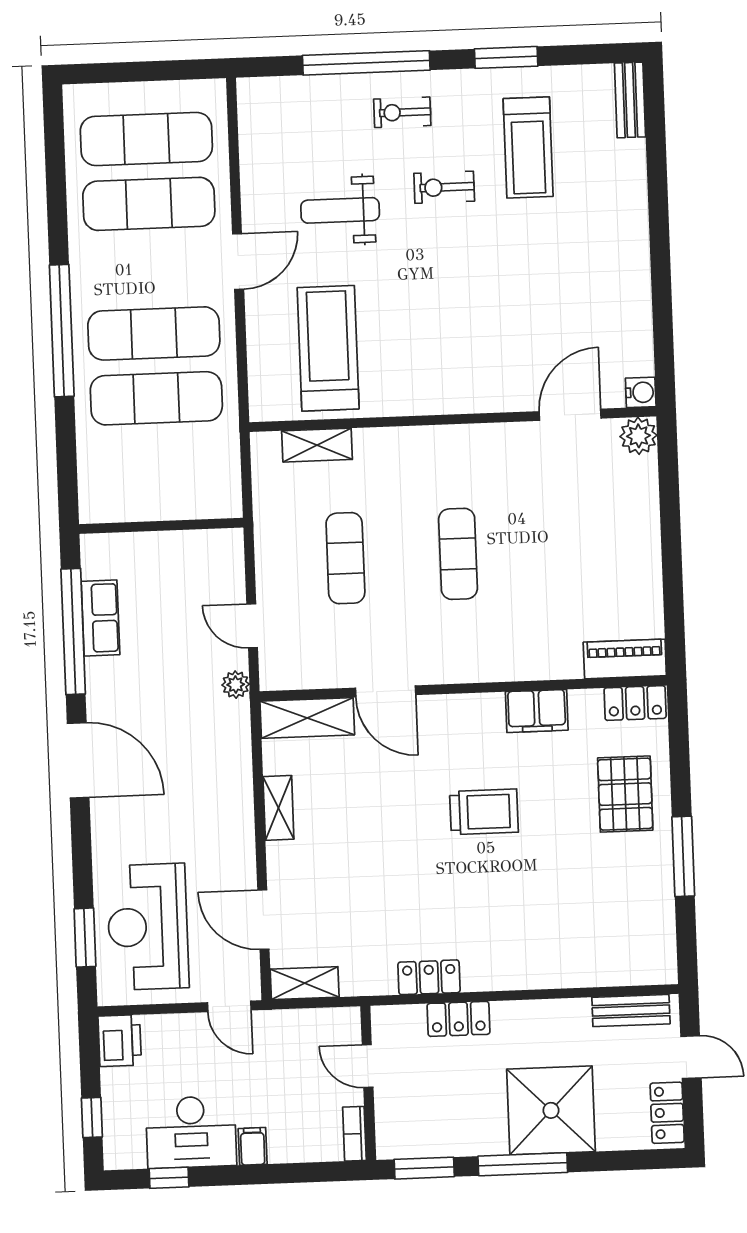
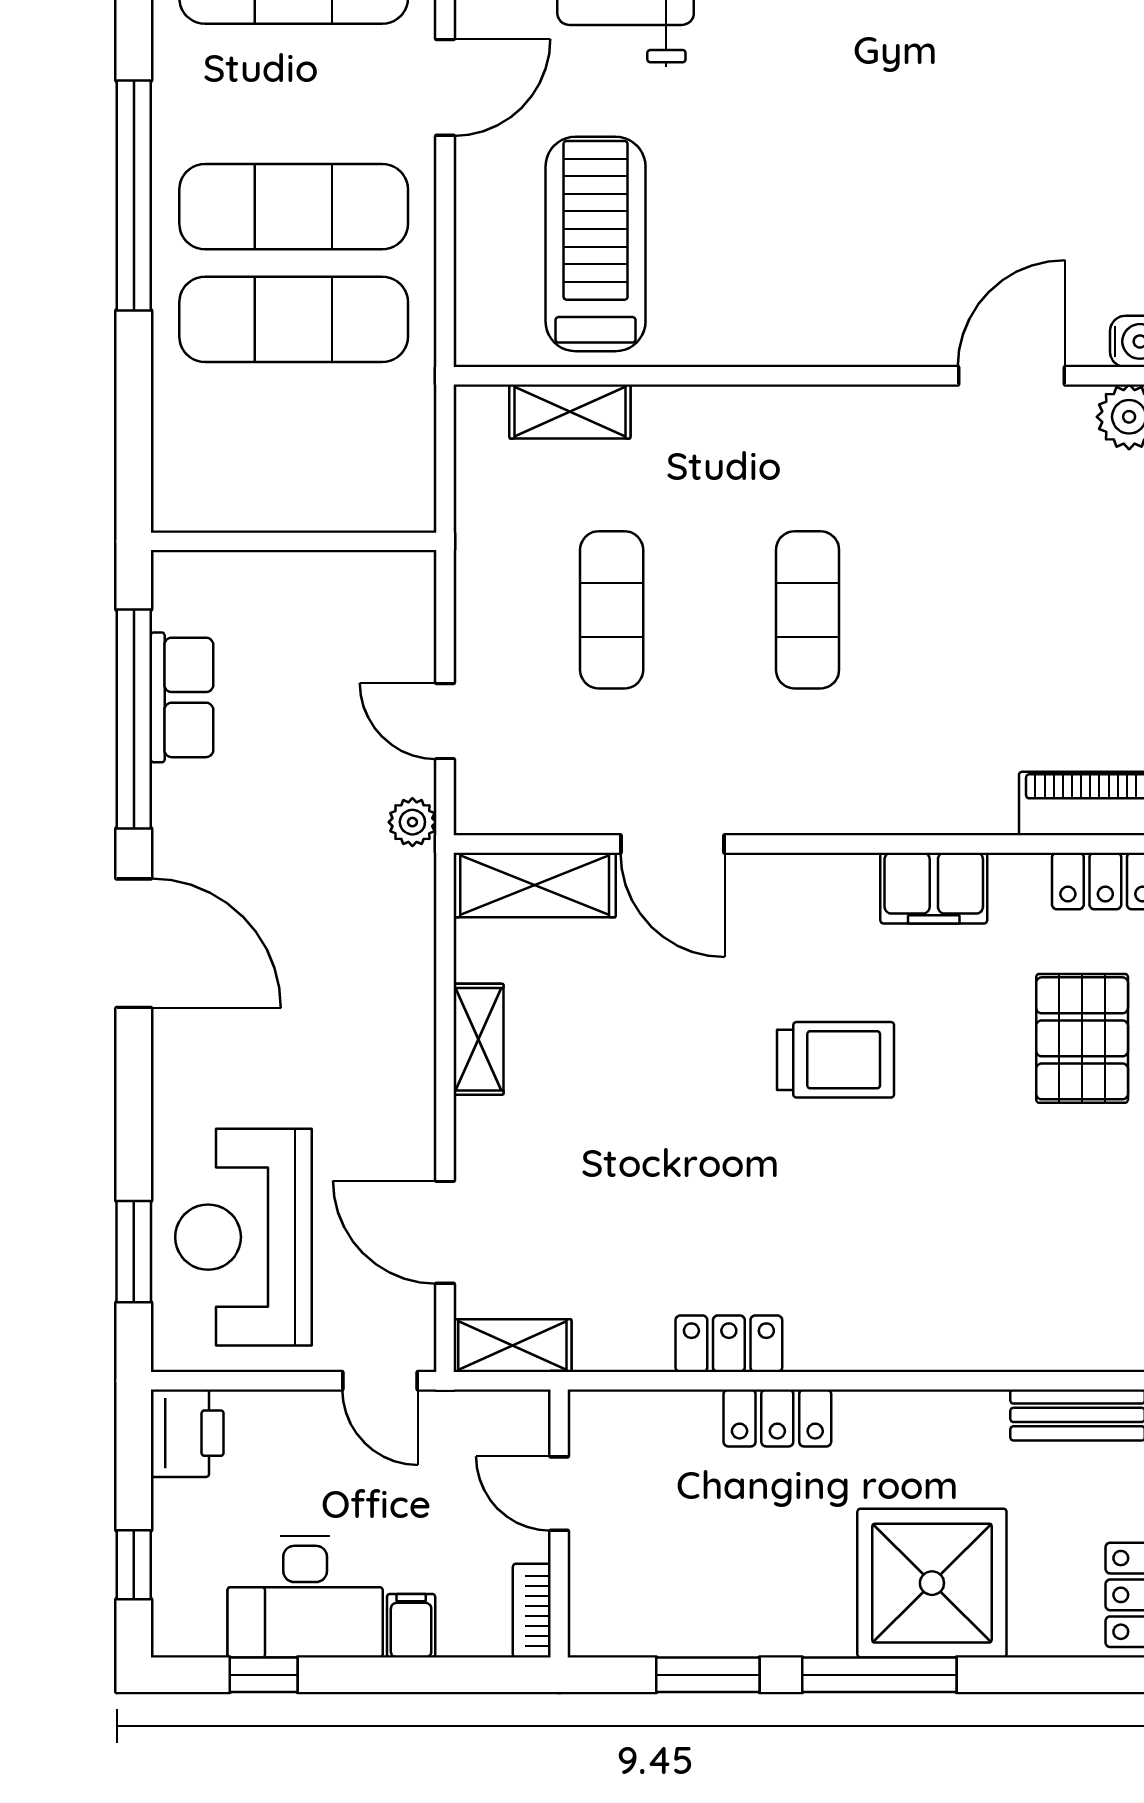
door: (368, 1066) -> (559, 1494), moved
wall: (368, 1083) -> (559, 1523), moved
bookcase: (354, 1134) -> (532, 1611), moved

